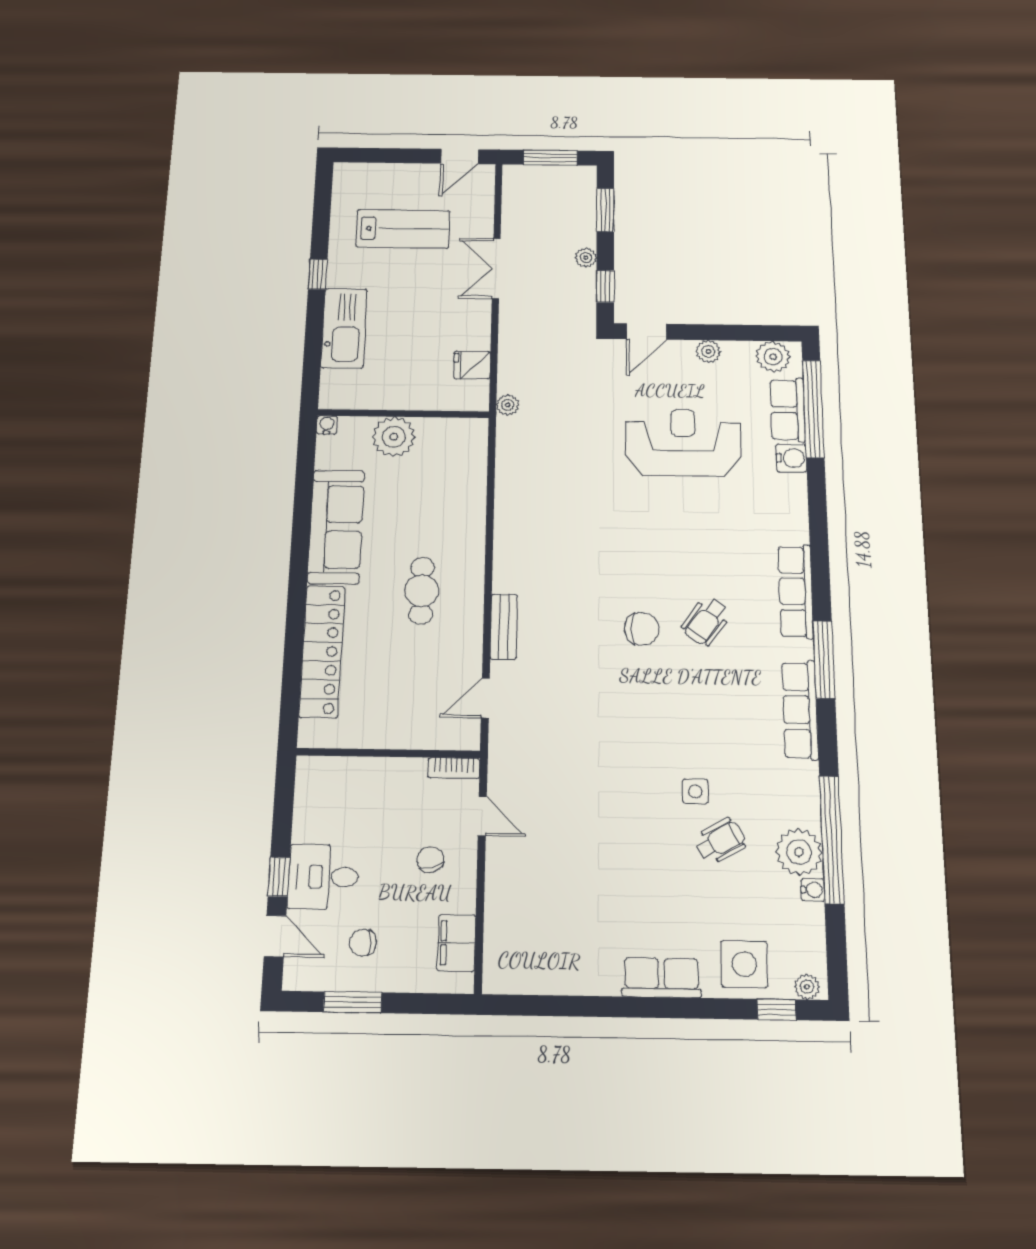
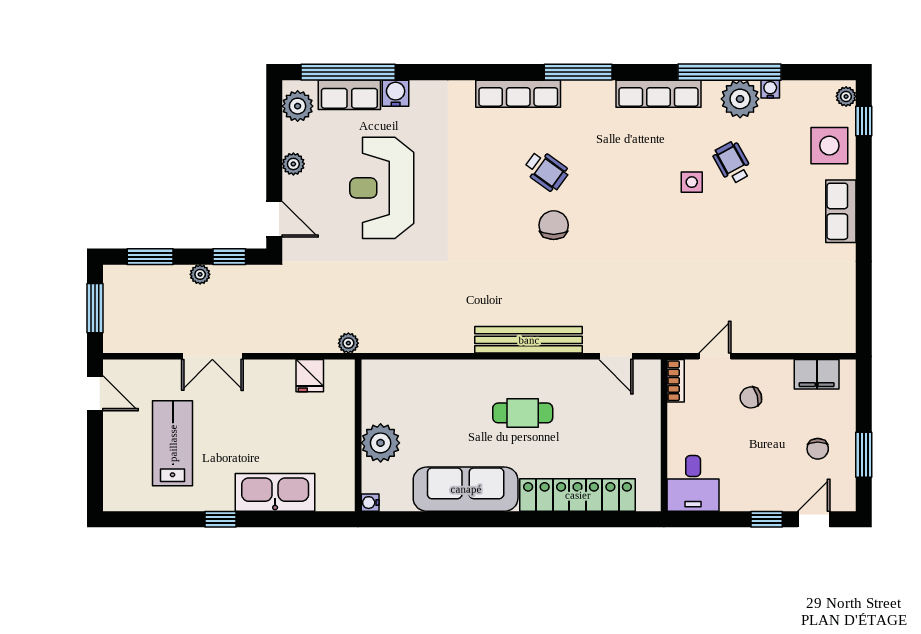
bench: (504, 627) -> (529, 340), width x1.86, depth x1.21
row of seats: (800, 710) -> (658, 94), moved
desk: (323, 877) -> (693, 483), moved

